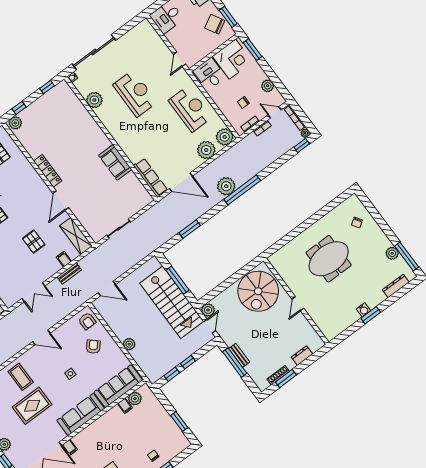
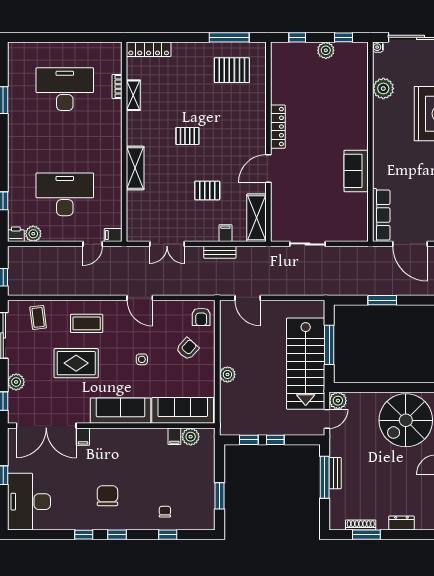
plant: (15, 123) -> (326, 50), moved
pallet: (34, 242) -> (207, 190), turned 90
coffee table: (21, 377) -> (87, 323), turned 90

